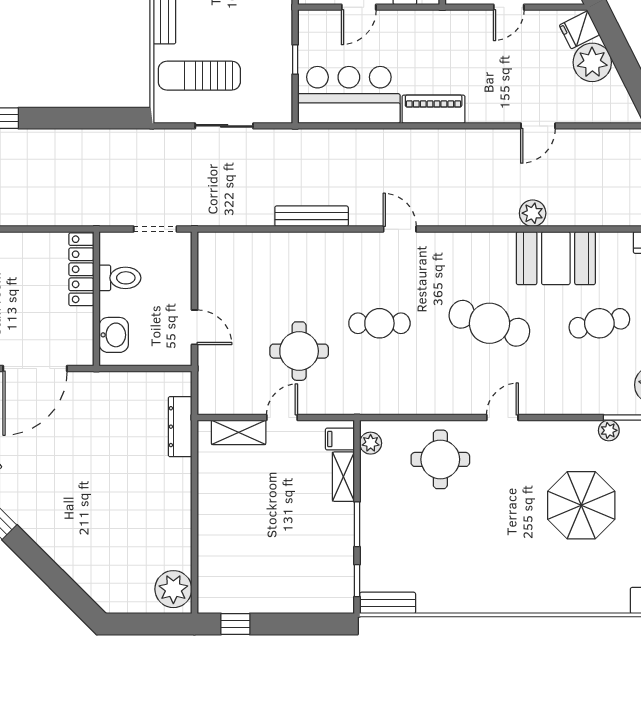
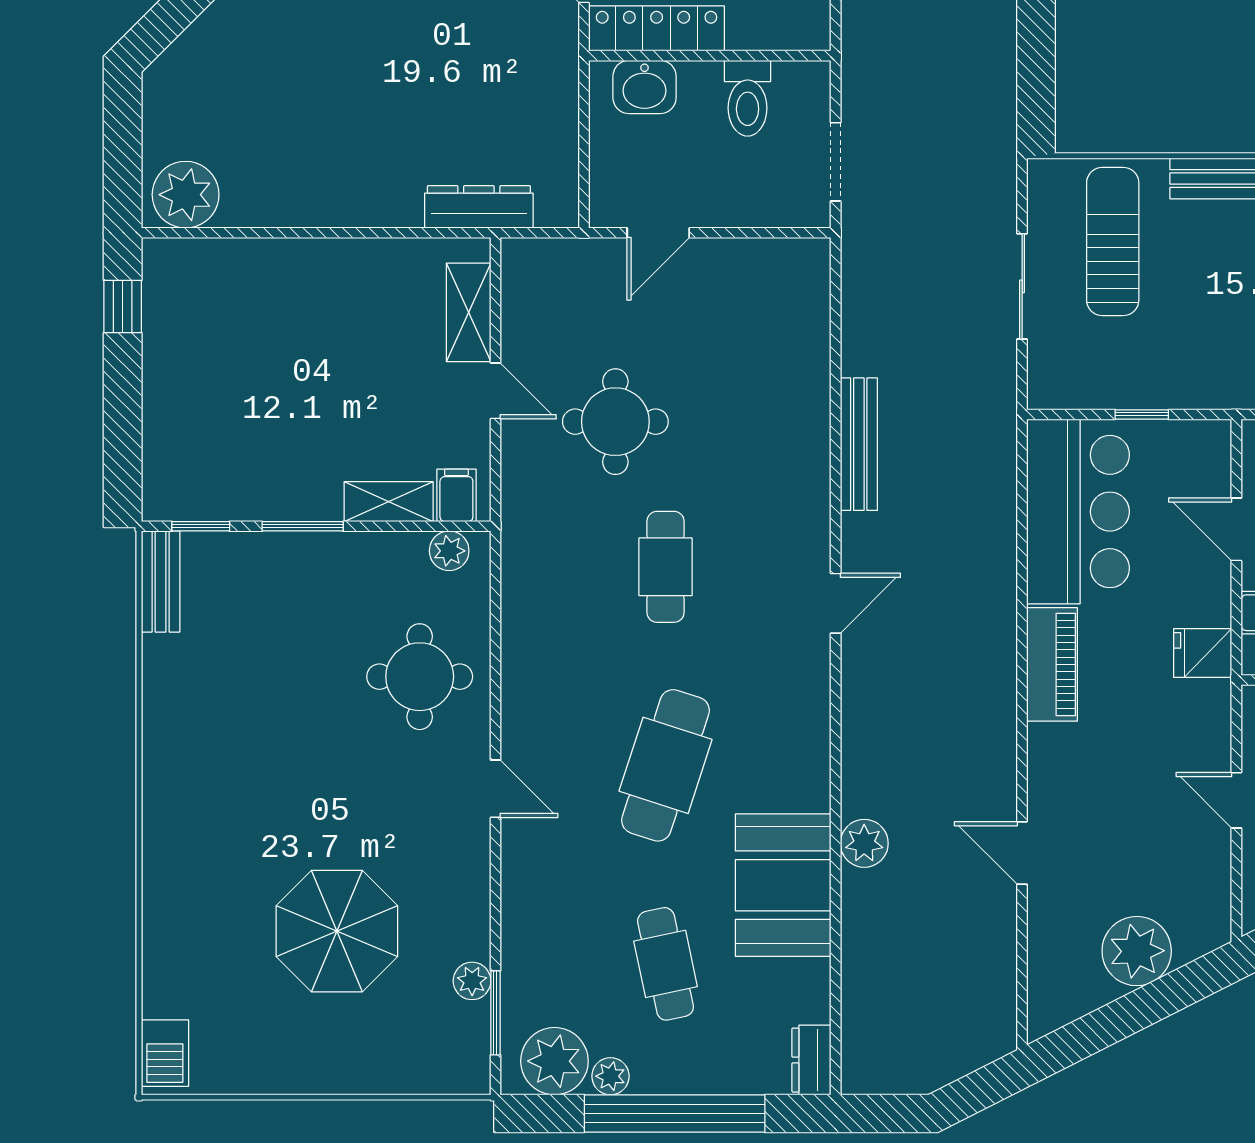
fridge: (579, 30) -> (1203, 653), moved, turned -63
locker: (81, 269) -> (657, 28), moved

